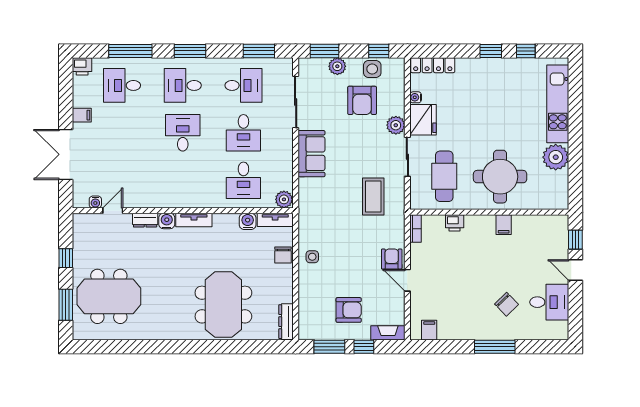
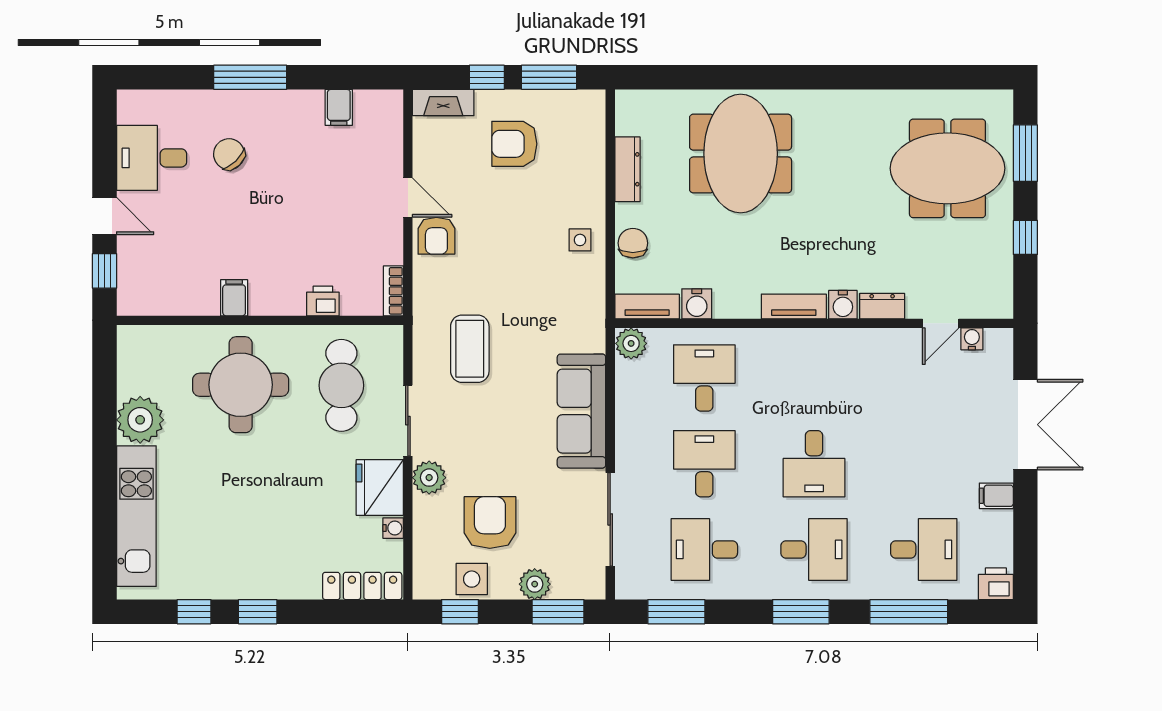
sofa: (311, 154) -> (581, 411), width x1.36
dresser: (286, 322) -> (627, 169), moved
filing cabinet: (429, 330) -> (339, 107), moved

